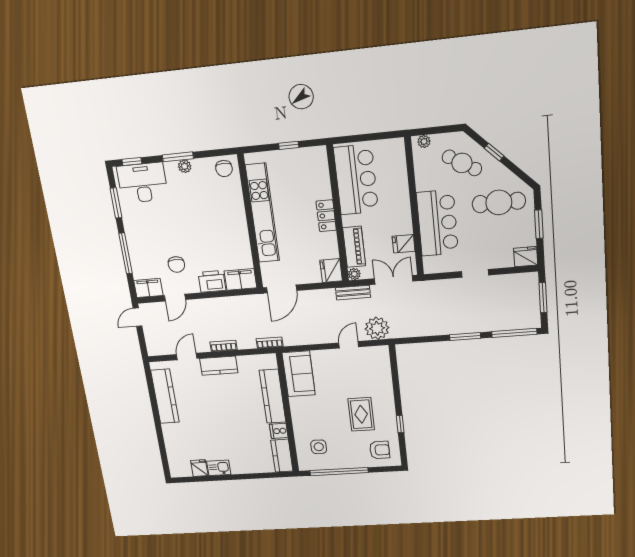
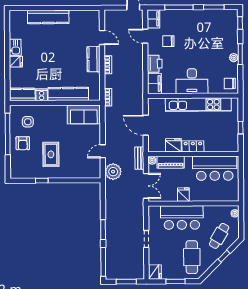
desk: (143, 183) -> (192, 81), moved, turned 90
fridge: (404, 244) -> (183, 195), moved
fridge: (331, 271) -> (173, 145), moved
door: (282, 289) -> (146, 125), moved
door: (349, 345) -> (103, 151), swing flipped
kitchen counter: (165, 396) -> (48, 17), moved
rug: (361, 414) -> (51, 154), turned 90
armchair: (380, 450) -> (23, 143), moved
fridge: (199, 468) -> (16, 62), moved

